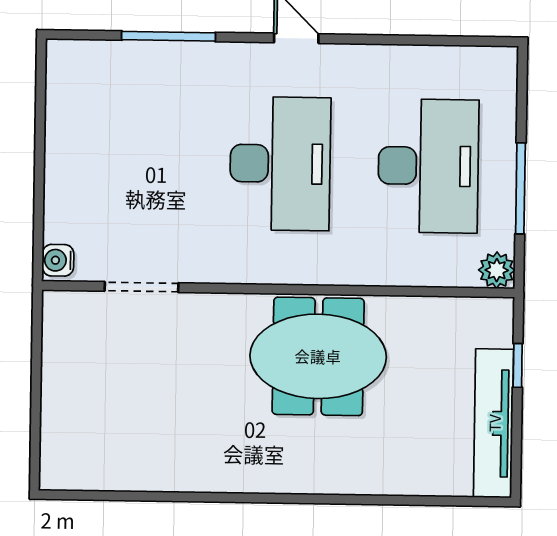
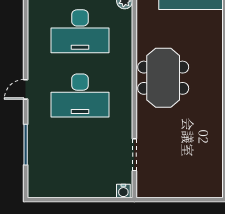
desk: (280, 164) -> (80, 95), turned 180
desk: (428, 166) -> (80, 31), turned 180

